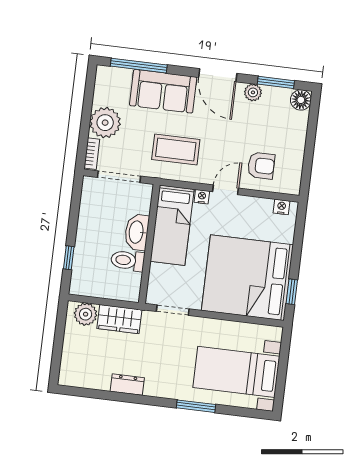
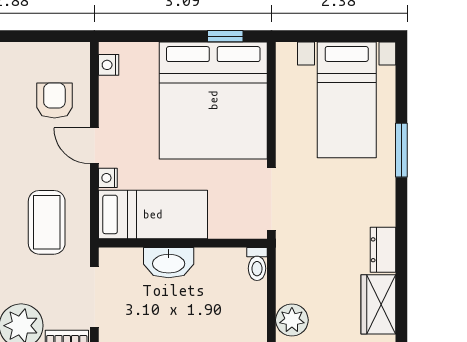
toilet: (128, 260) -> (257, 264), moved, width x0.73, depth x0.72
doorway: (173, 310) -> (271, 199), width x1.38
wardrobe: (119, 319) -> (378, 304), moved, turned 180

